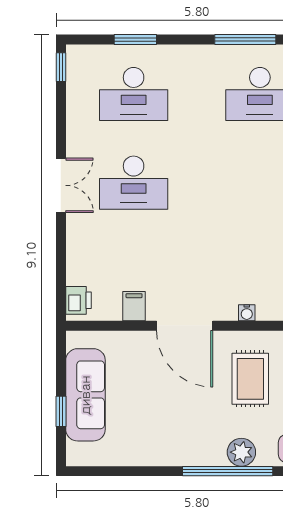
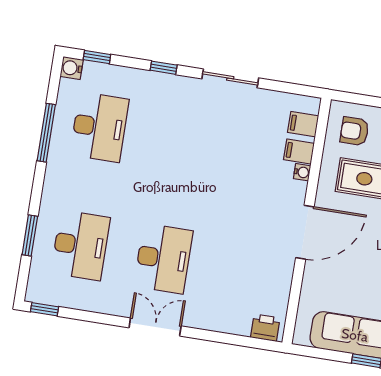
filing cabinet: (134, 306) -> (299, 151), moved

